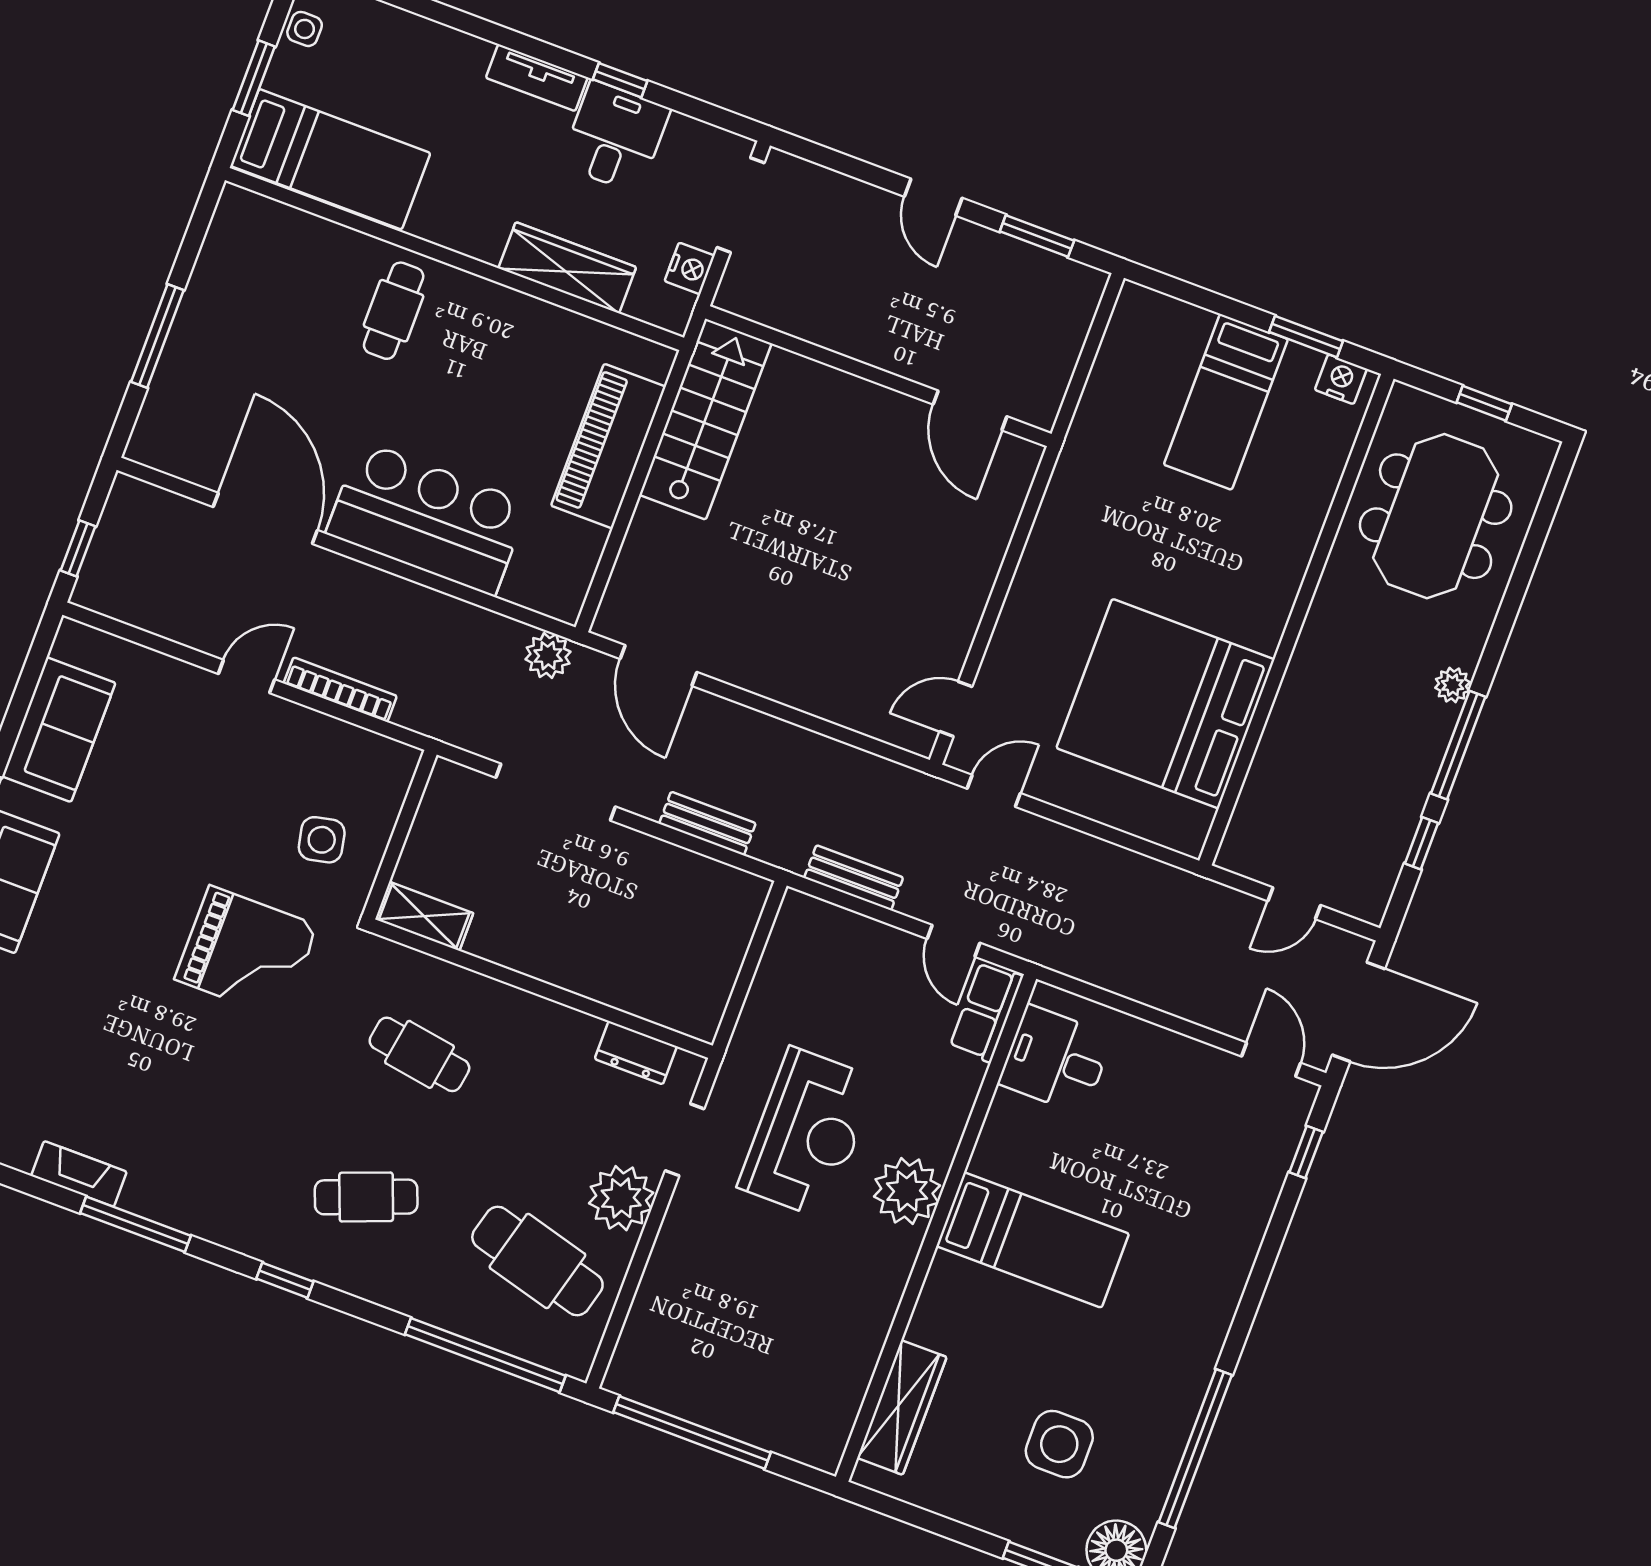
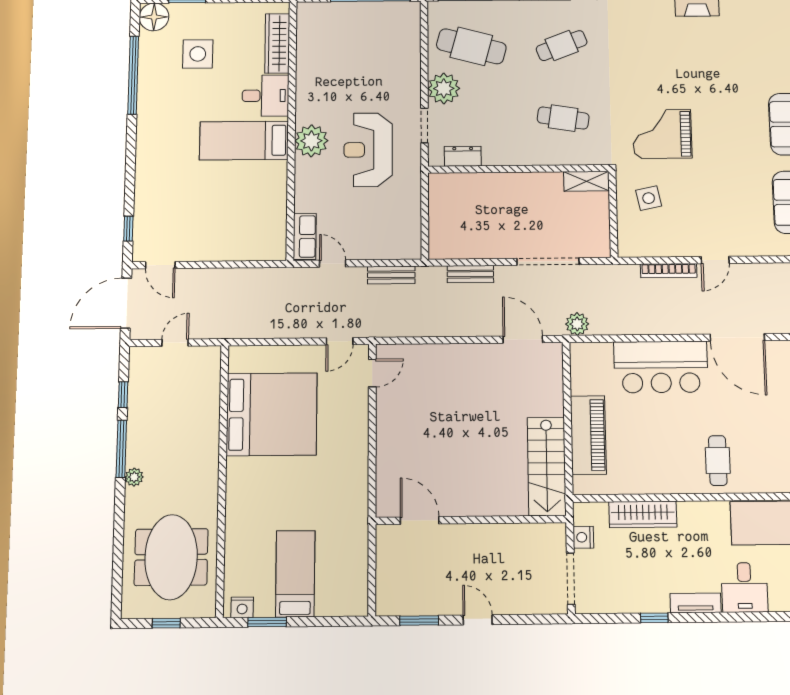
desk: (615, 137) -> (744, 587), moved
desk: (1056, 1060) -> (265, 96), moved

